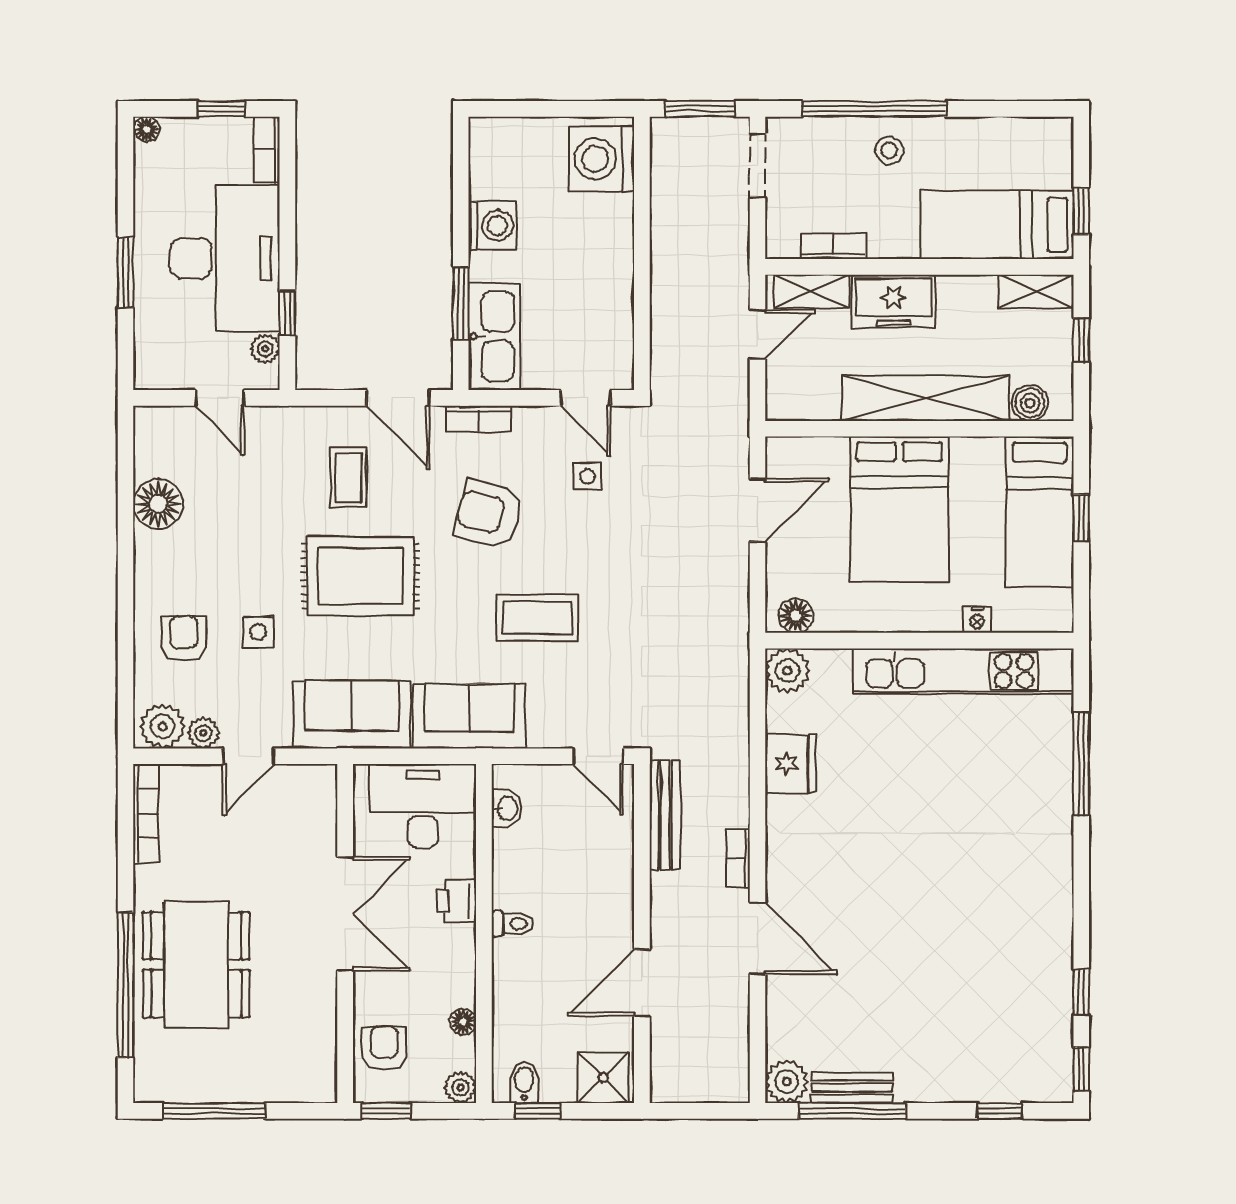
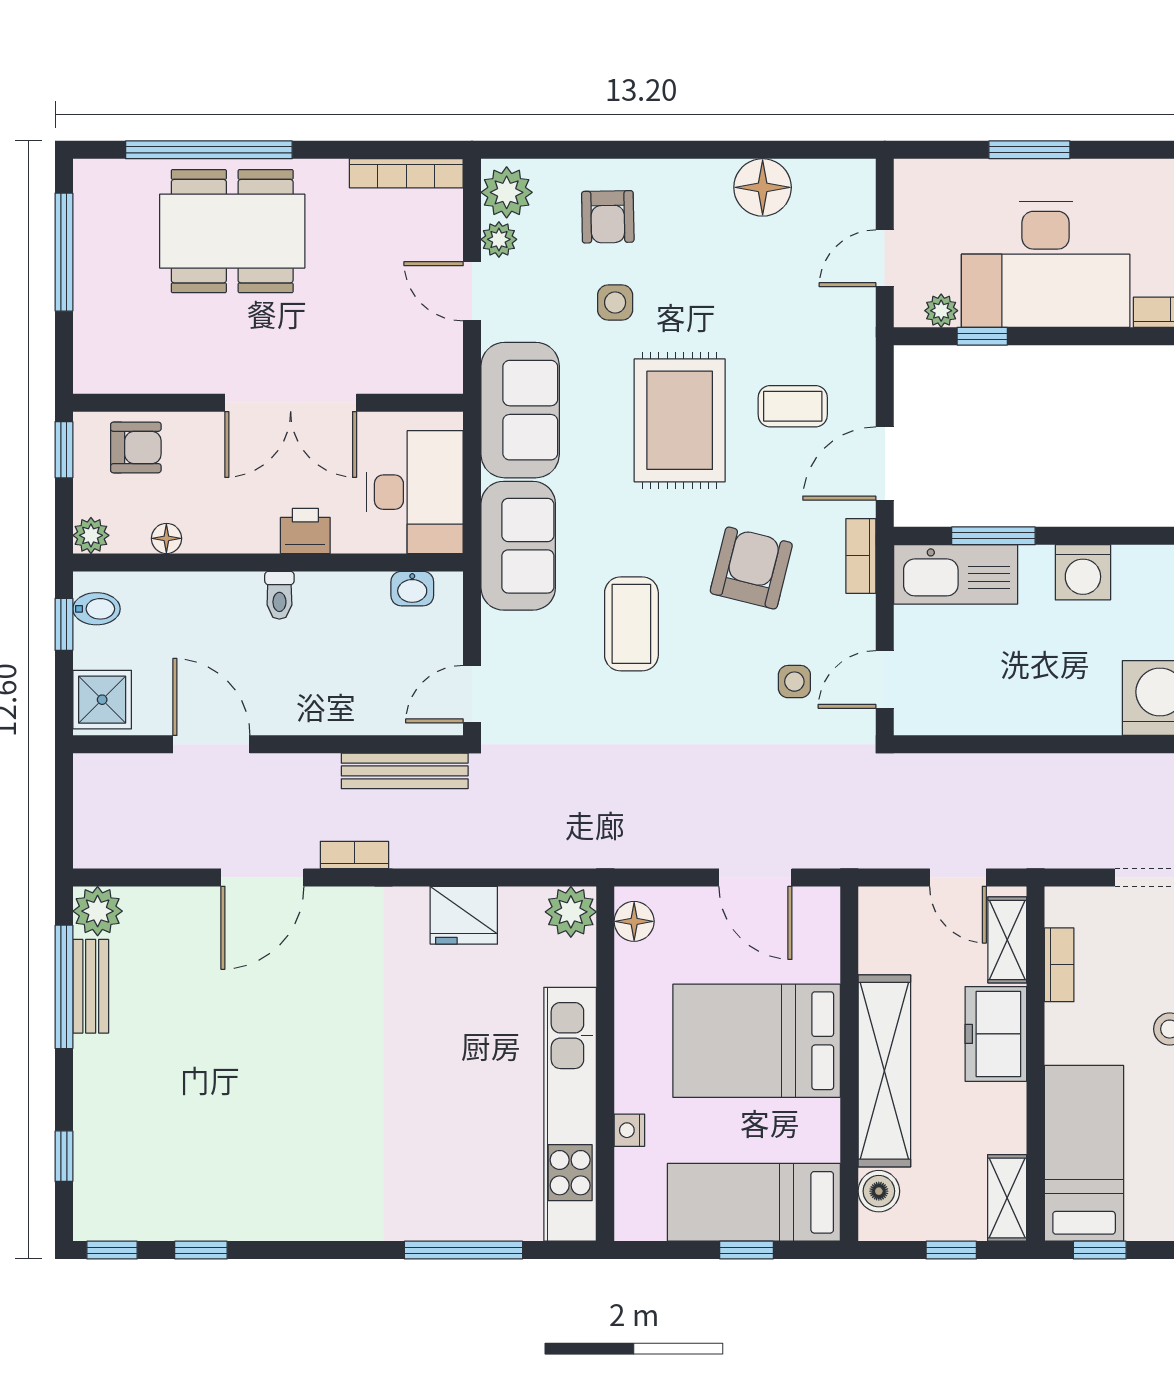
armchair: (184, 638) -> (608, 217), turned 89

